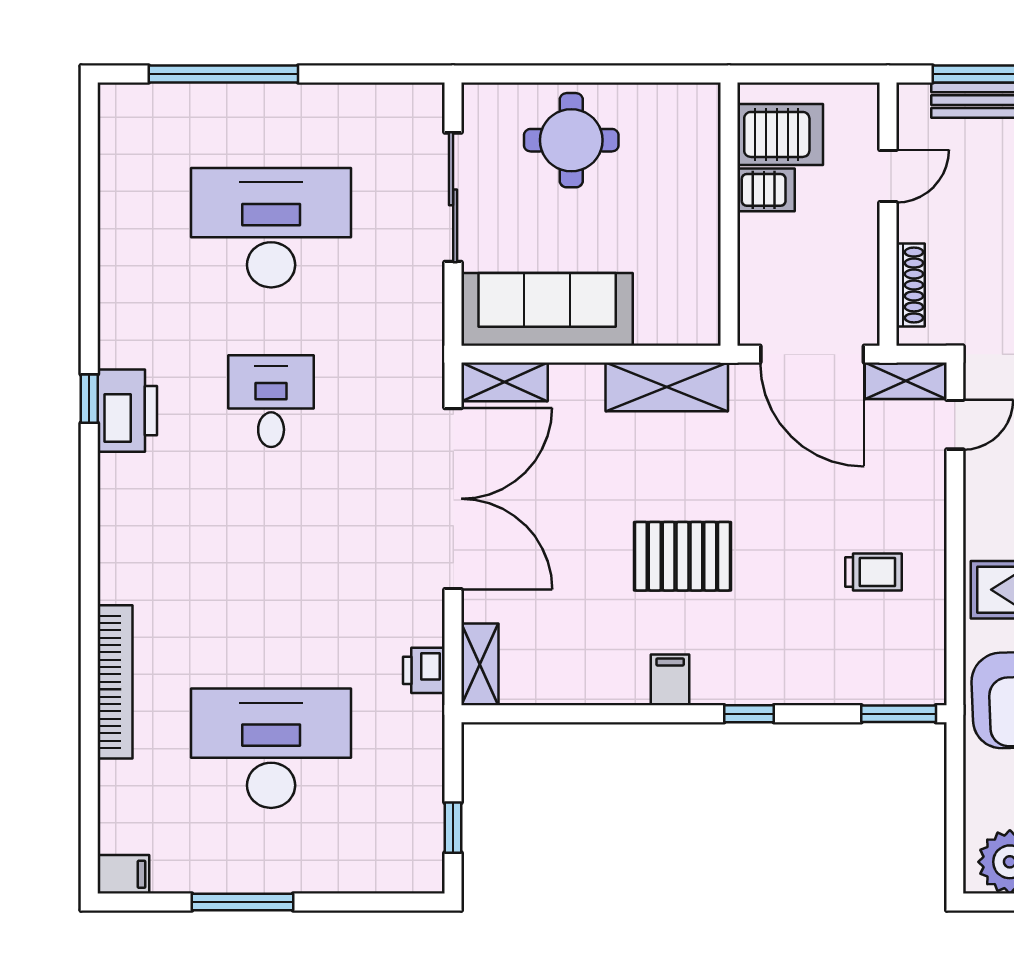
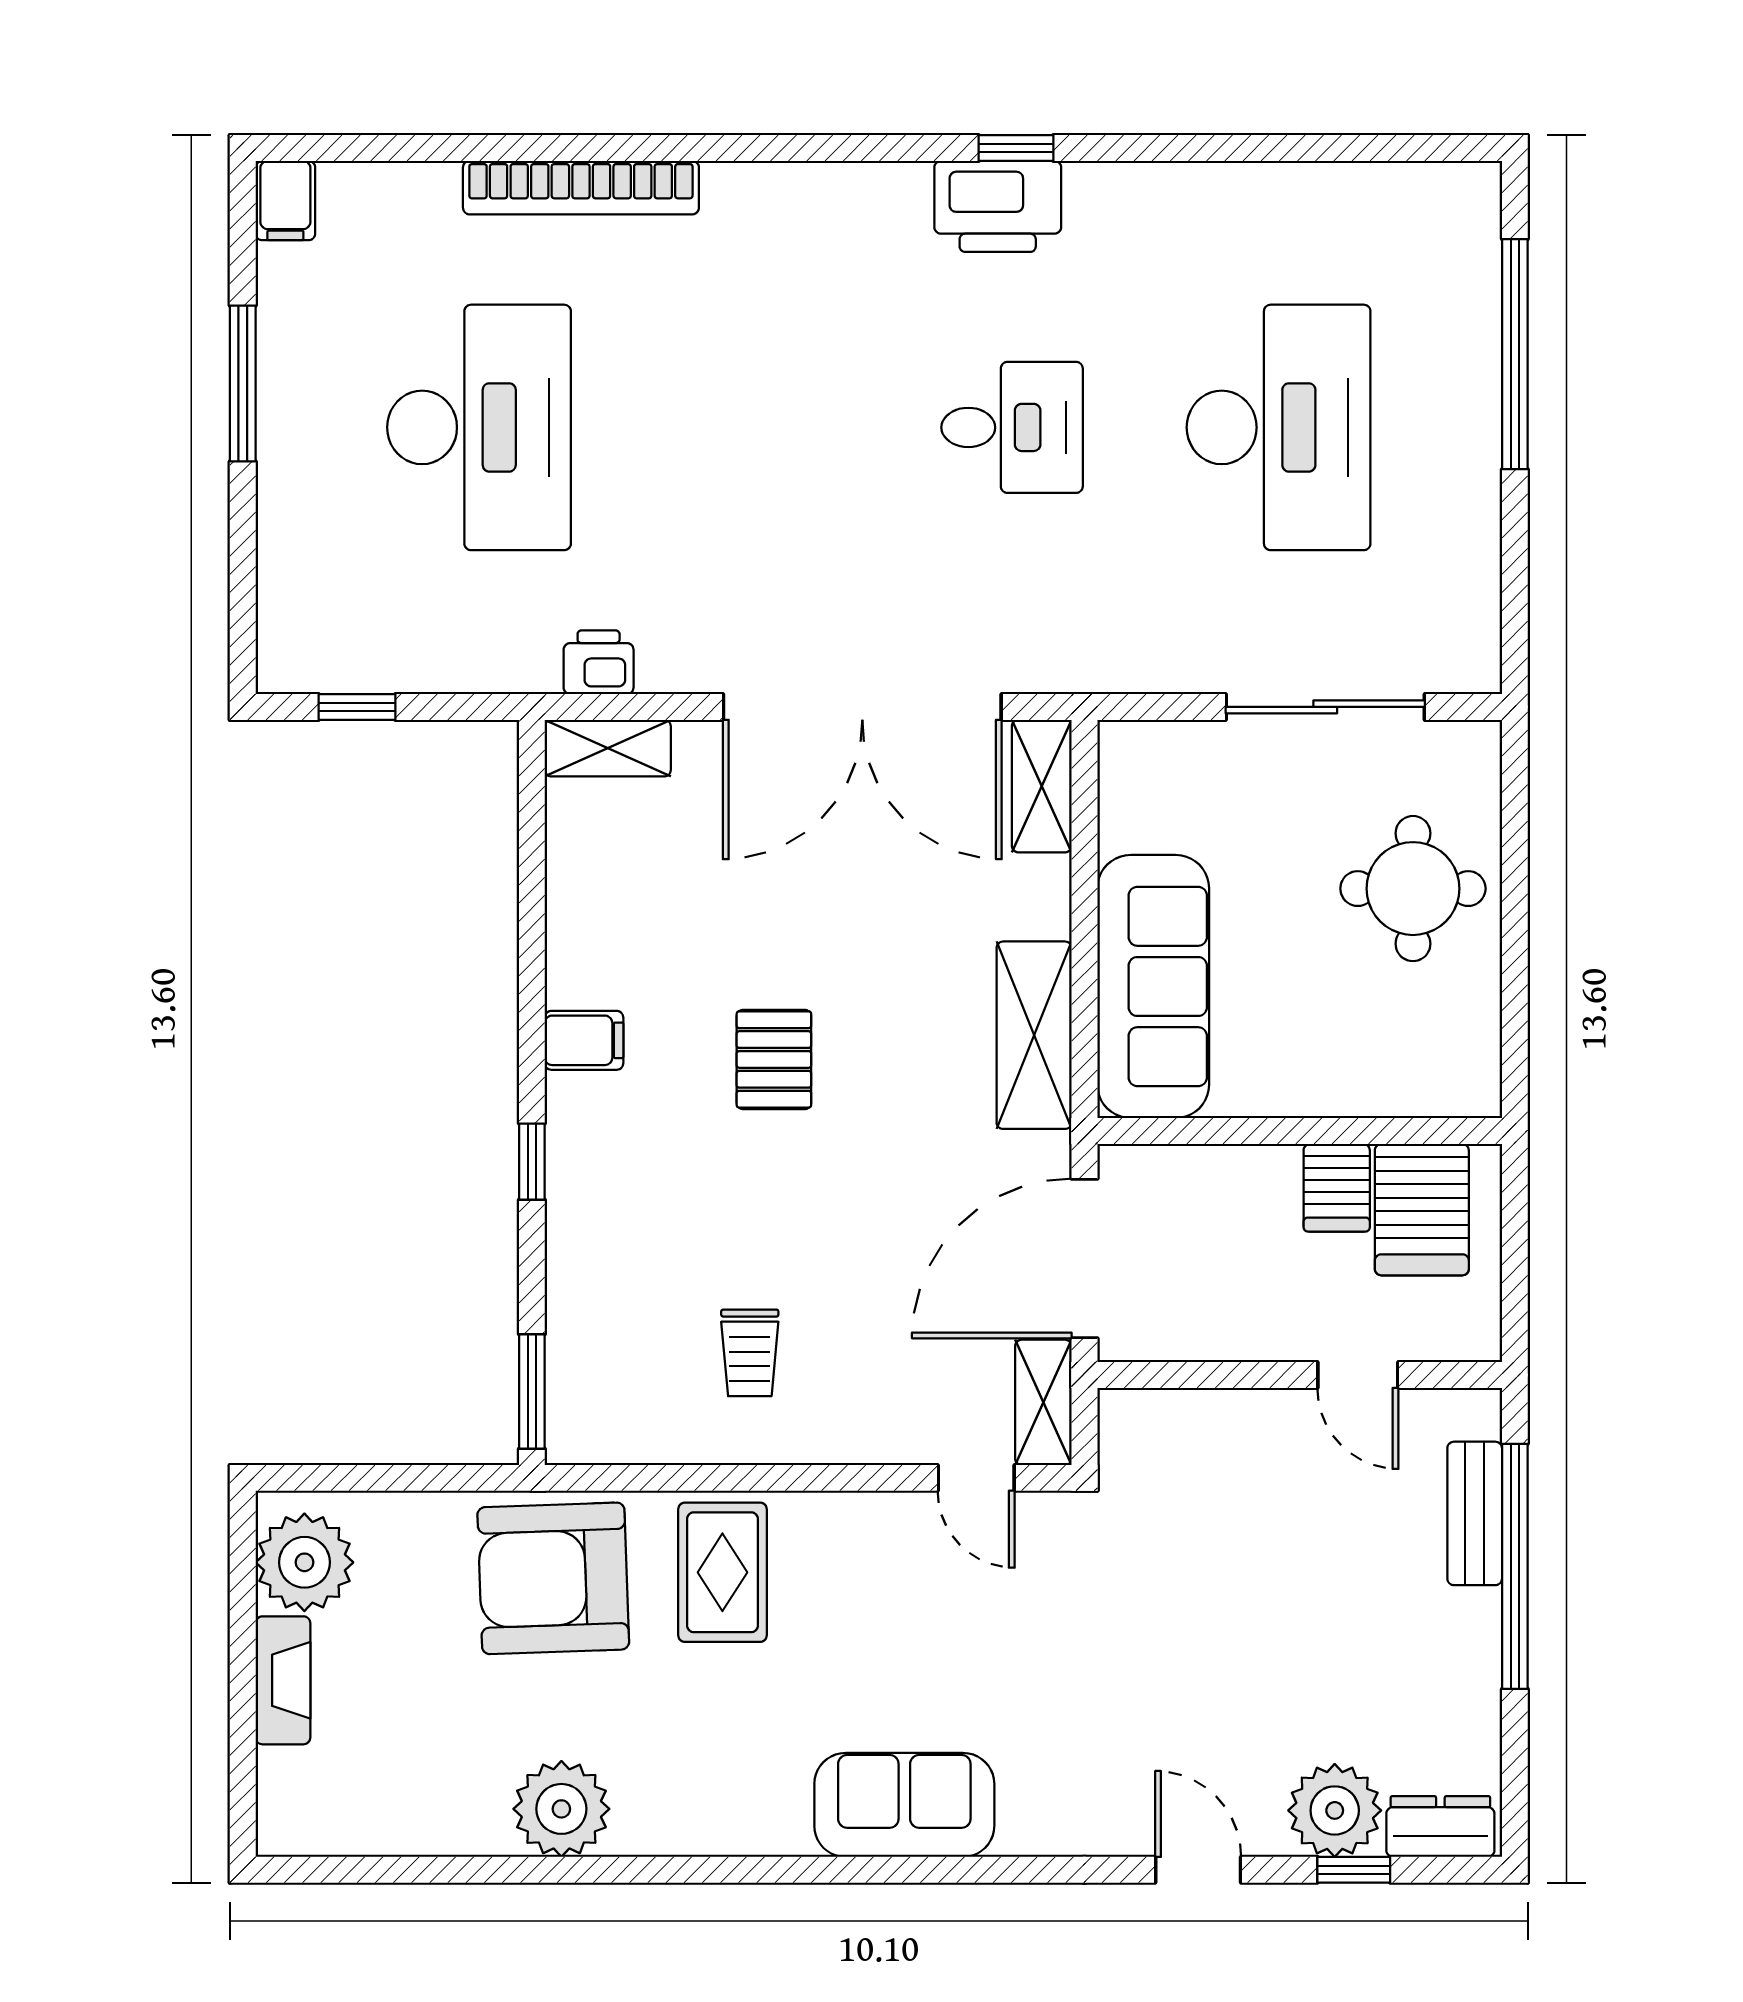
shoe rack: (911, 285) -> (1191, 1410), removed
sofa: (547, 309) -> (1153, 987), moved
pallet: (682, 556) -> (774, 1059), width x0.67, depth x0.71

